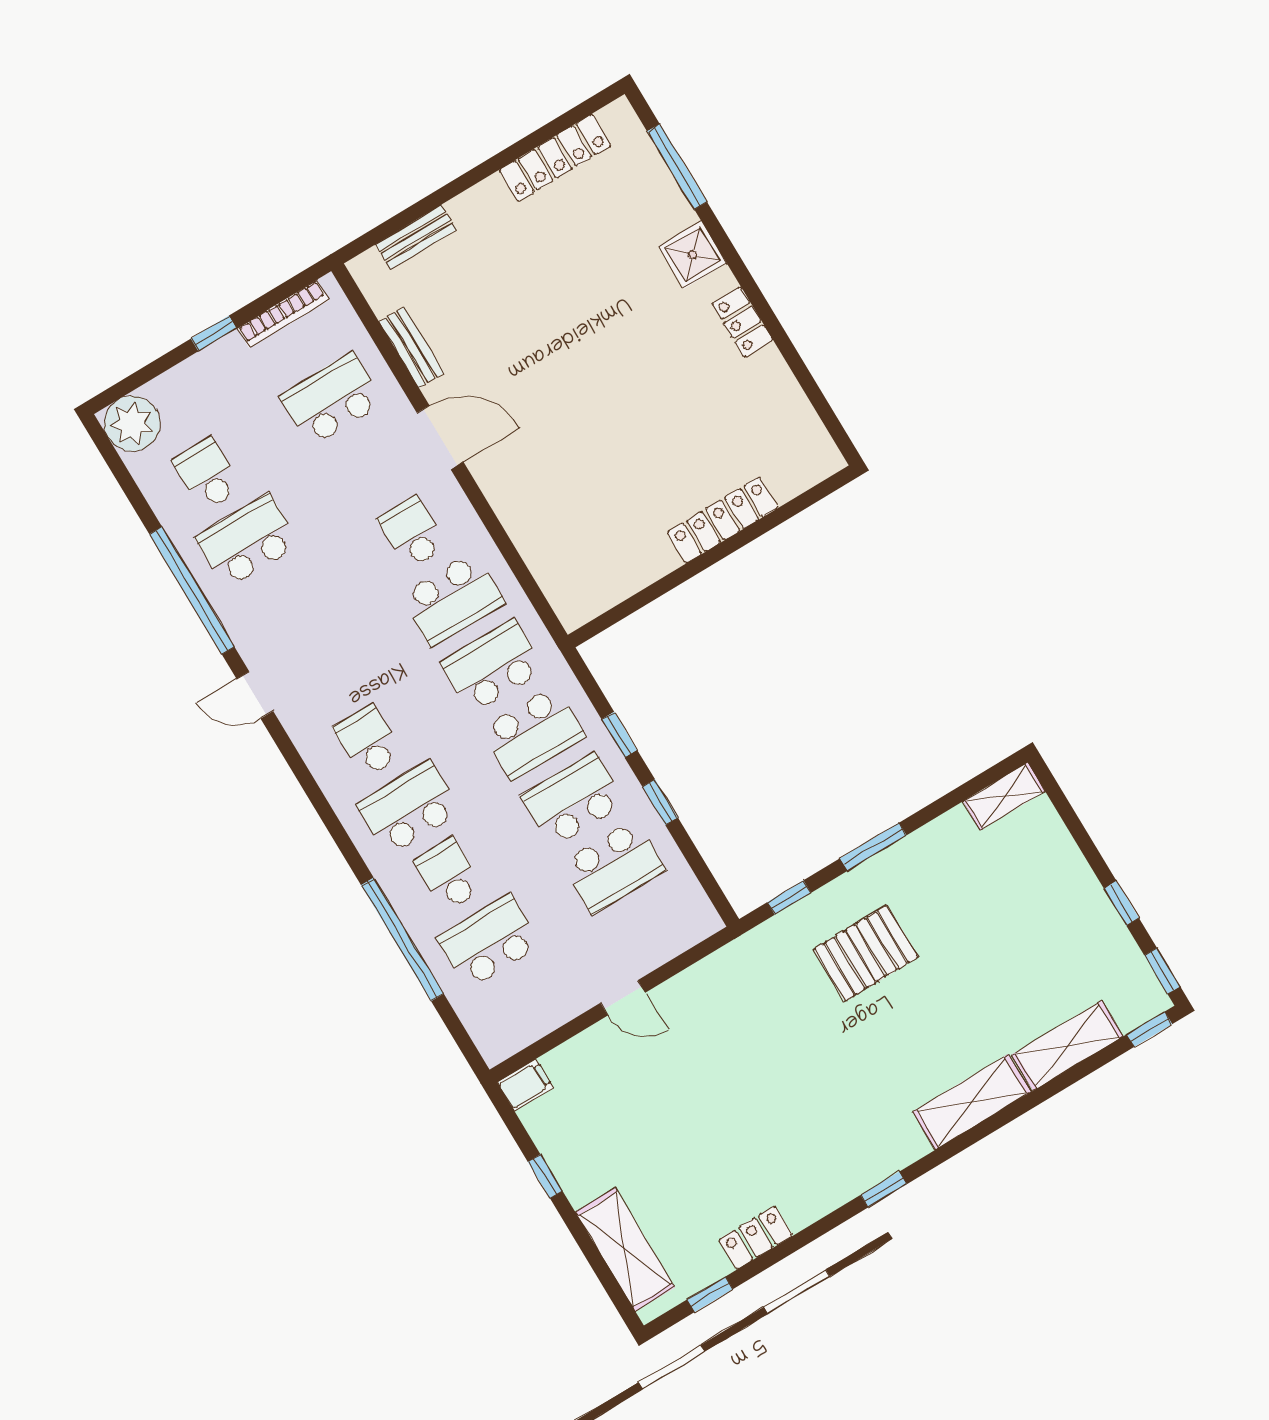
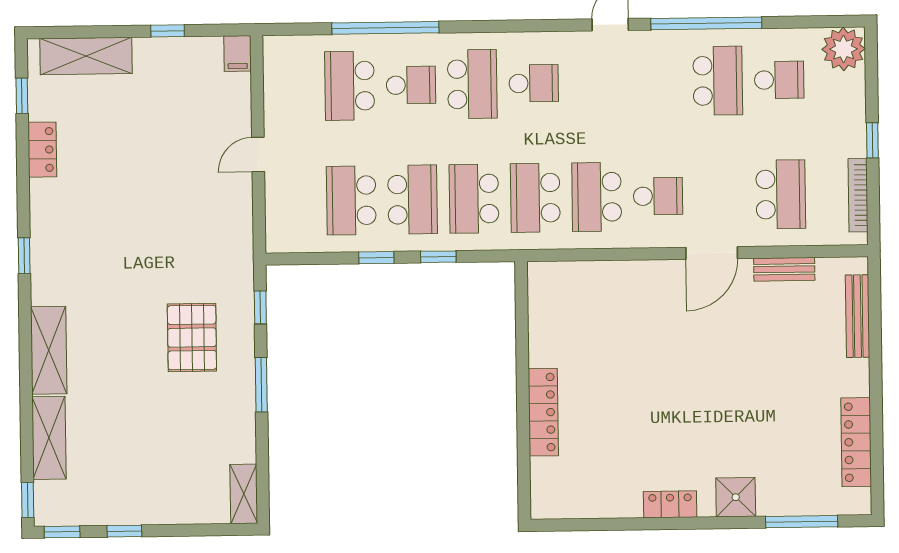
bench: (416, 237) -> (858, 316), width x1.36
school desk: (493, 666) -> (535, 198), turned 180
school desk: (489, 941) -> (350, 86), turned 180

